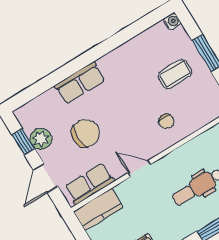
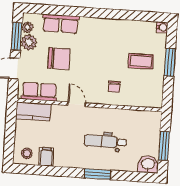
row of seats: (80, 83) -> (61, 24), moved
plant: (28, 124) -> (27, 27), added
window: (23, 142) -> (17, 36), width x1.50

